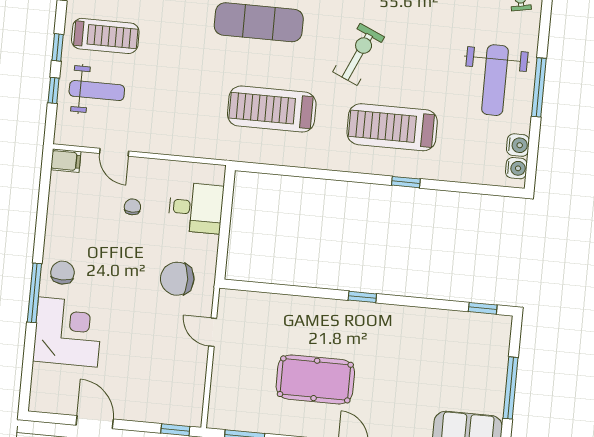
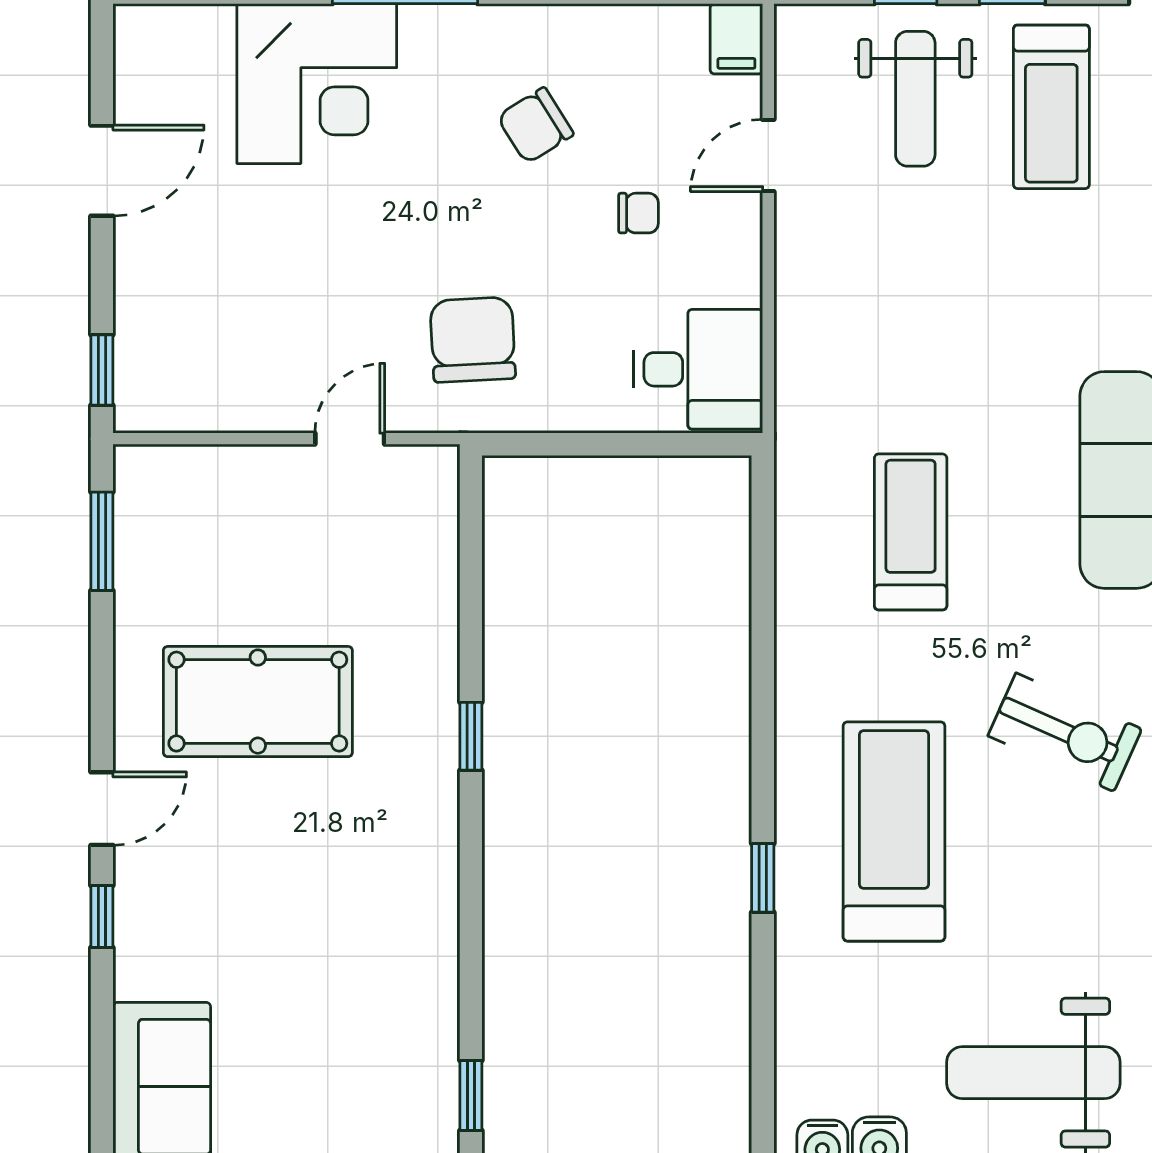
treadmill: (272, 109) -> (911, 532), width x0.73, depth x0.73
desk: (196, 208) -> (698, 369), moved, turned -90
chair: (63, 273) -> (535, 125), moved, turned 148
window: (362, 297) -> (471, 736), moved
pool table: (315, 379) -> (258, 702), turned 90

